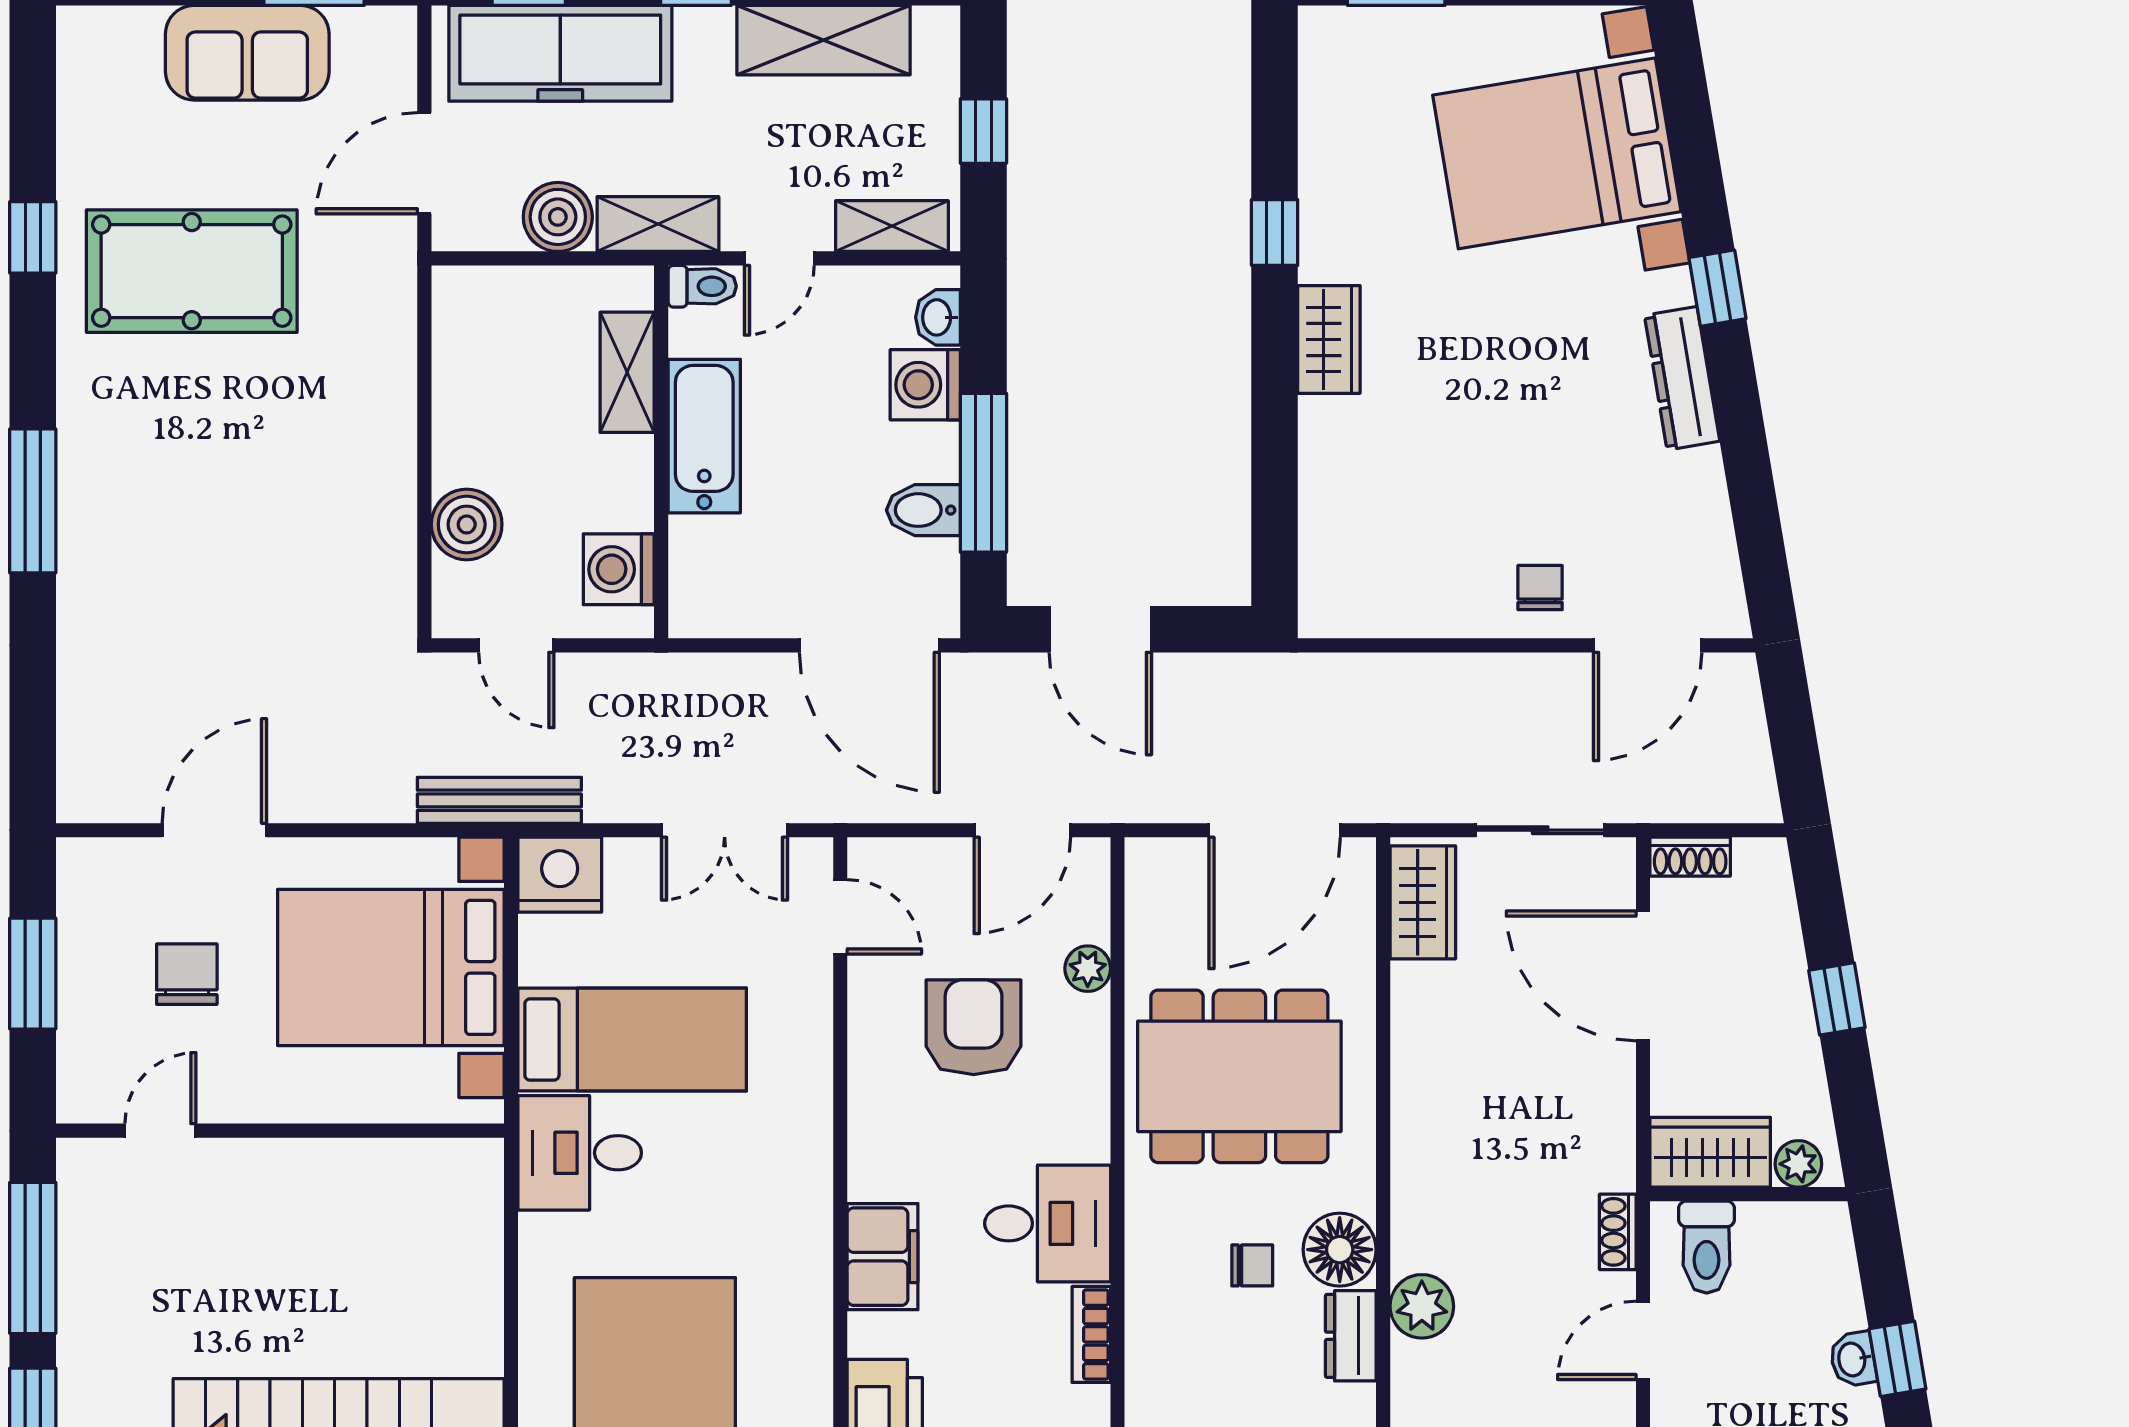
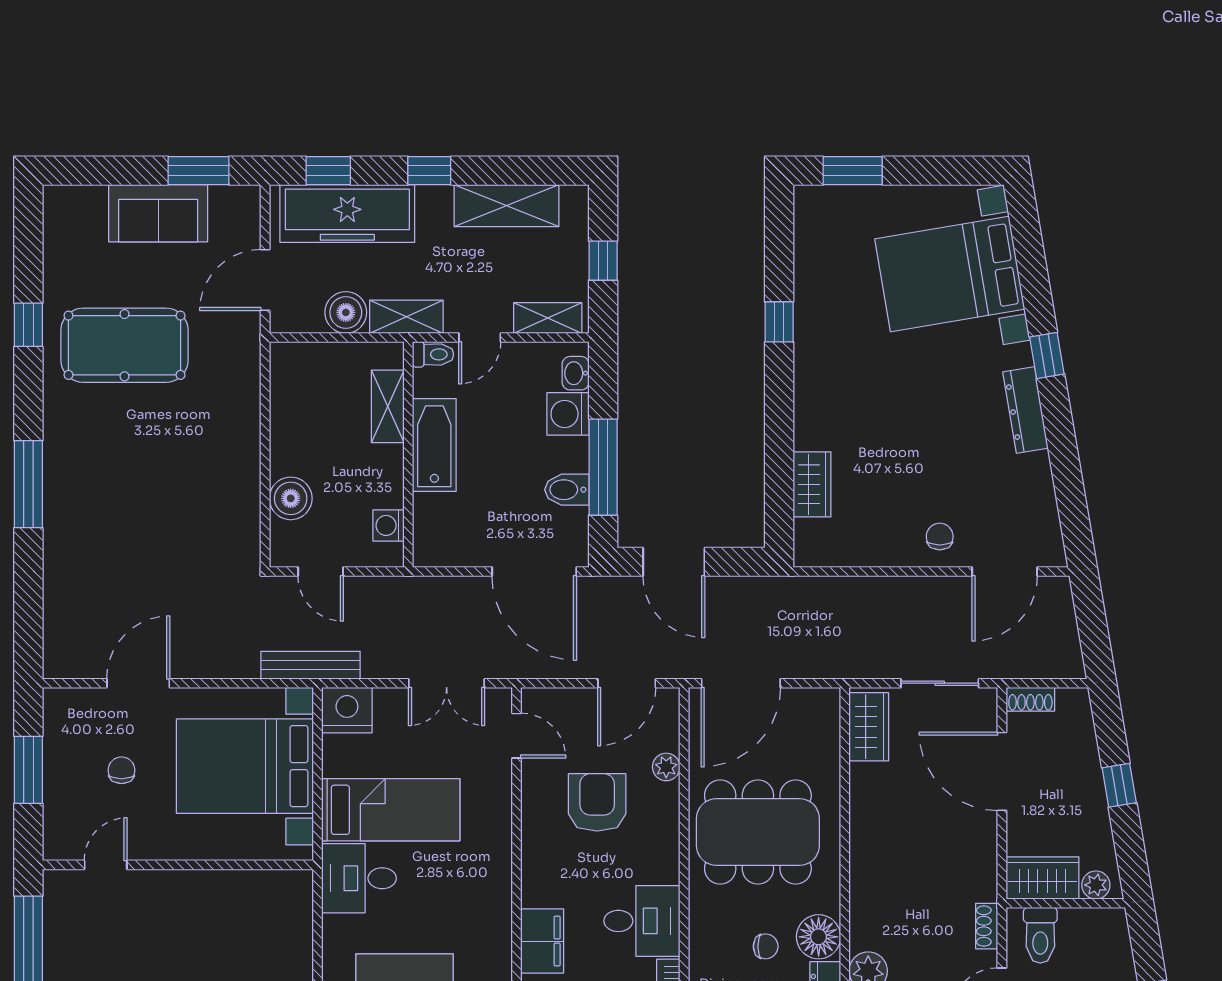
wardrobe: (1329, 339) -> (812, 484), moved
washing machine: (619, 569) -> (389, 525), width x0.73, depth x0.73
door: (1275, 830) -> (741, 683), moved
chair: (187, 974) -> (122, 770), width x0.73, depth x0.73

